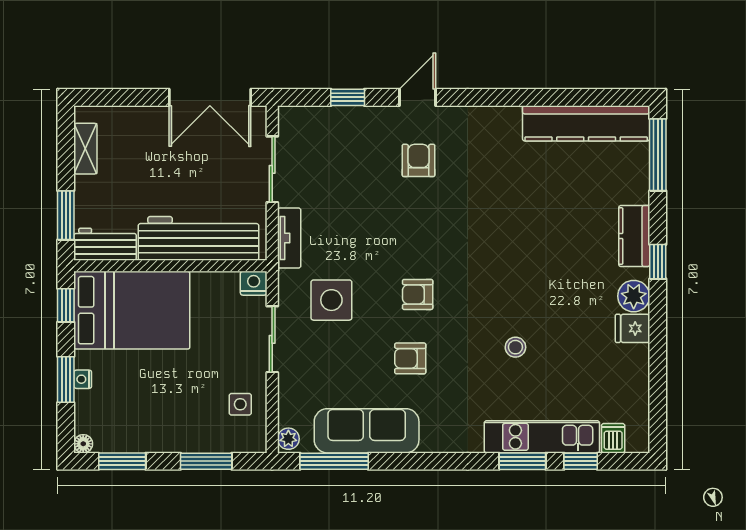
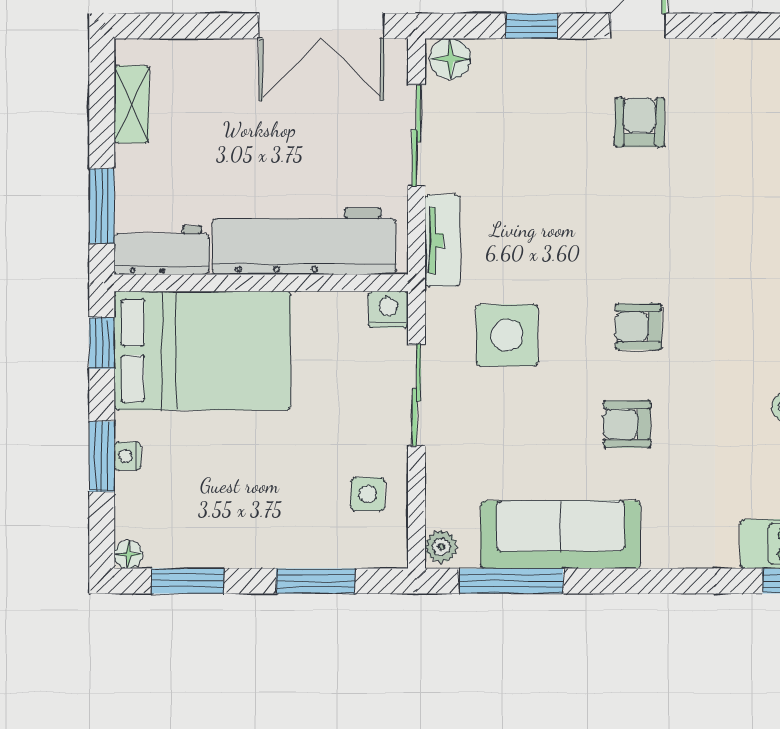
floor lamp: (294, 119) -> (450, 59), added

